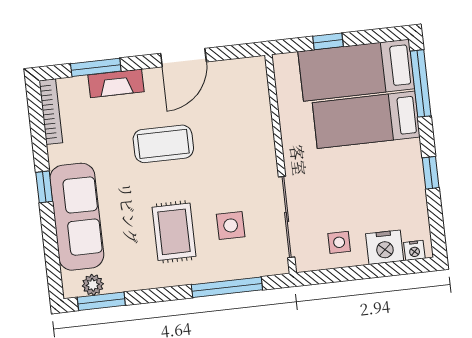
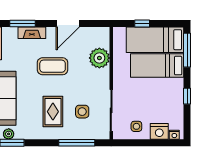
plant: (252, 118) -> (99, 58), added

